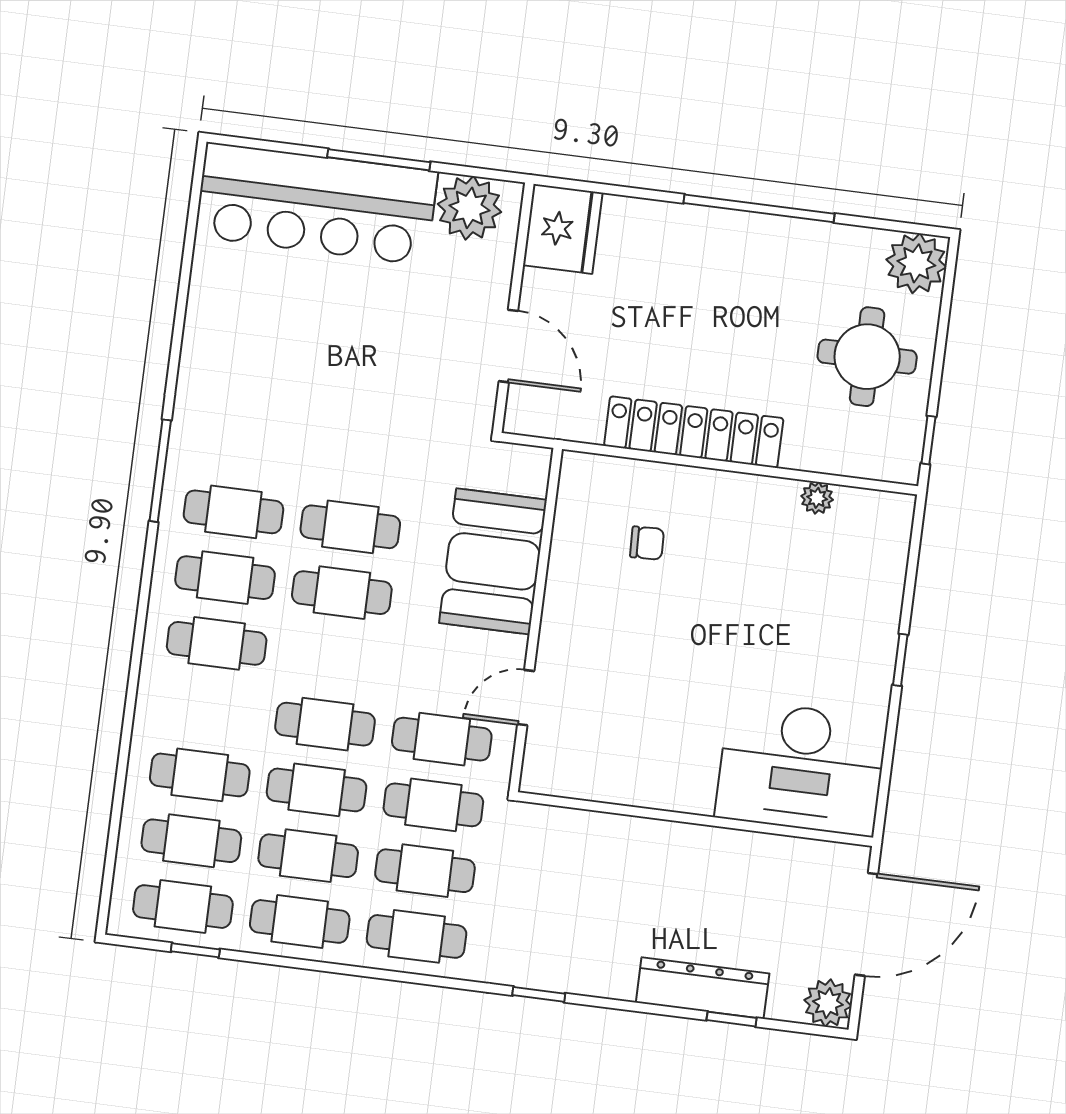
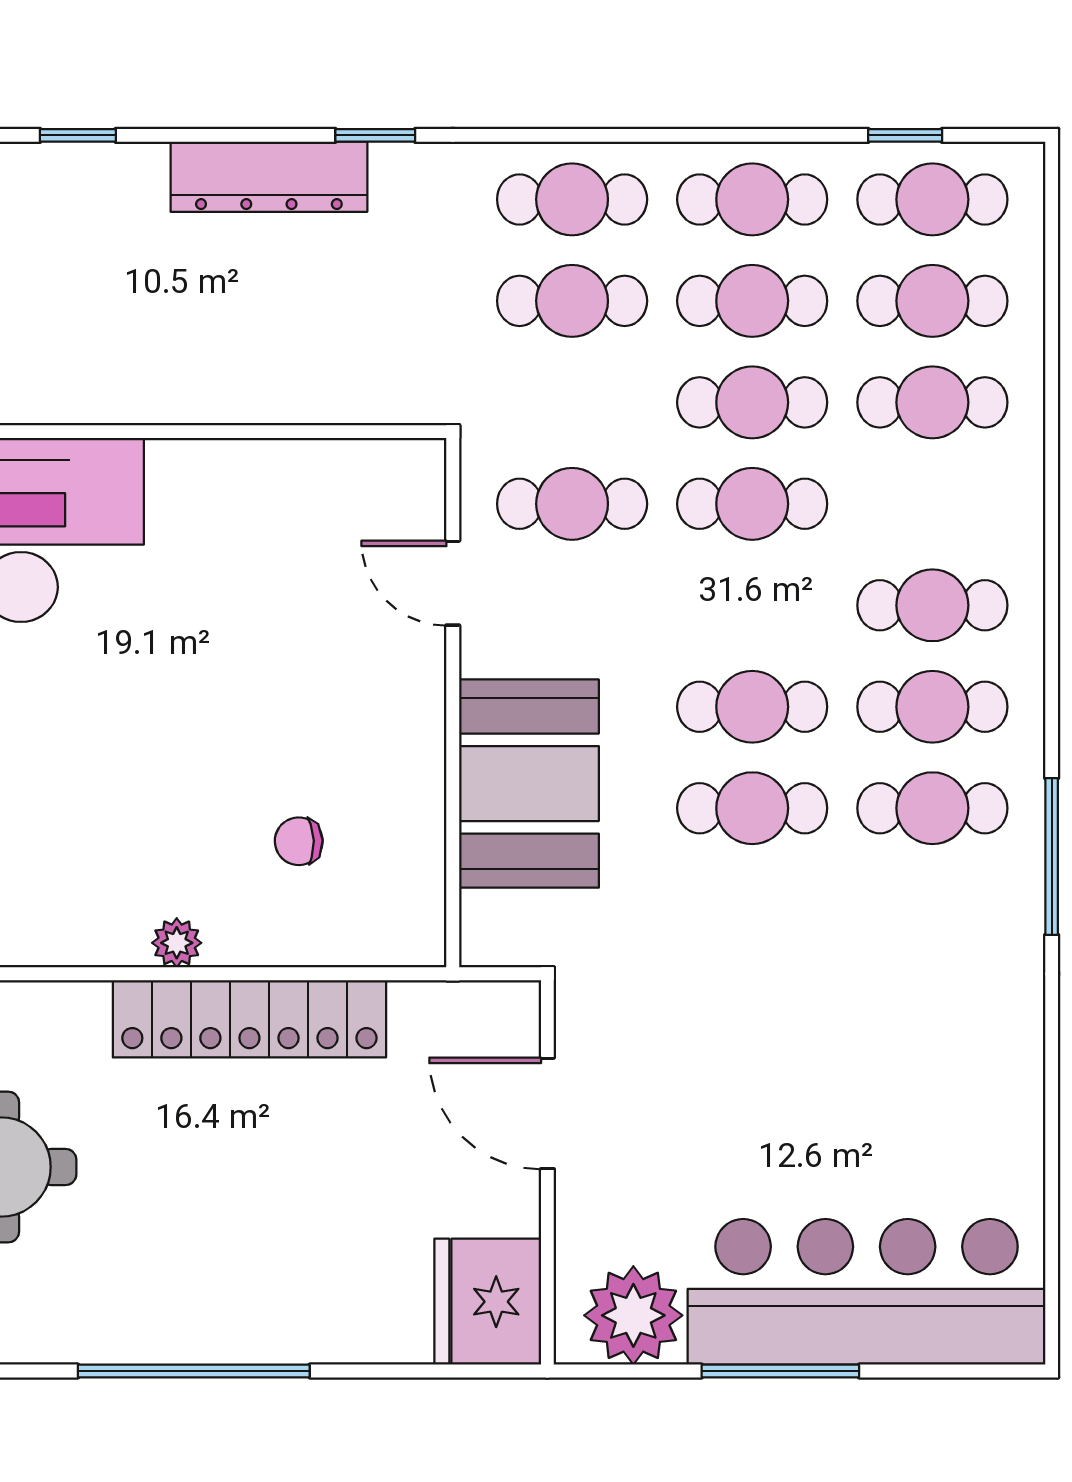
plant: (817, 498) -> (177, 943), moved
door: (526, 698) -> (453, 583), swing flipped
cafe table: (433, 805) -> (572, 402), removed
dresser: (703, 988) -> (269, 177), moved

